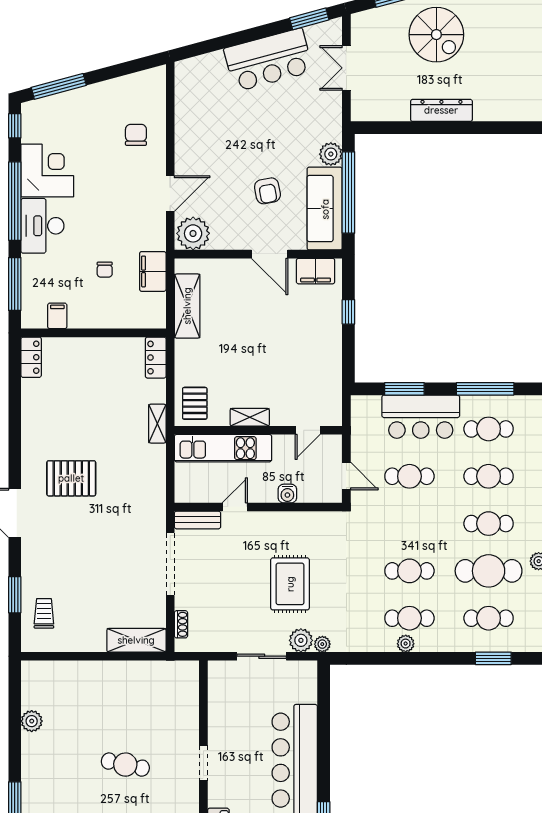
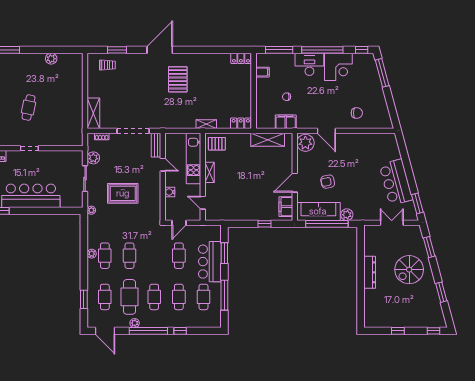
plant: (301, 640) -> (93, 158), moved

